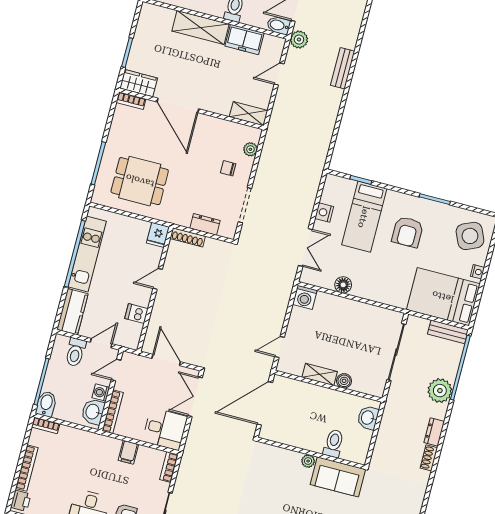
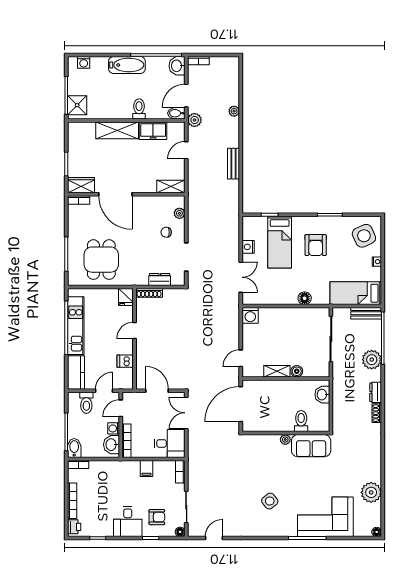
plant: (350, 41) -> (234, 111), added
bench: (343, 68) -> (234, 164), moved
dining table: (140, 181) -> (101, 260), turned 90
floor lamp: (343, 285) -> (305, 298), moved
bed: (443, 297) -> (356, 293), width x0.67

